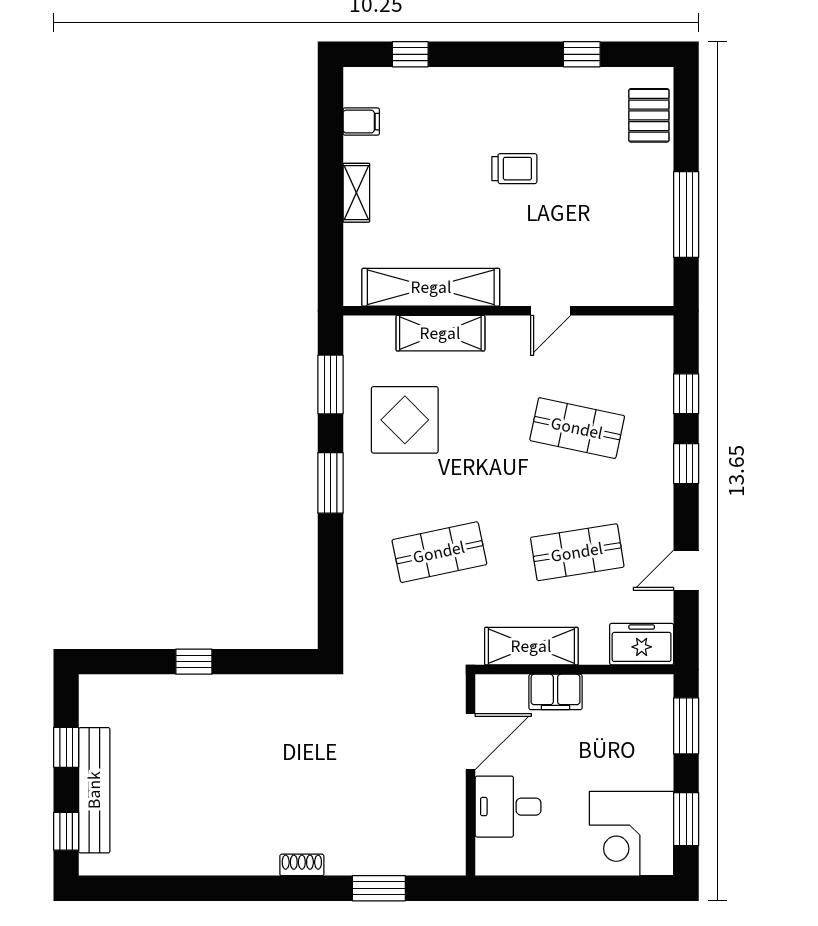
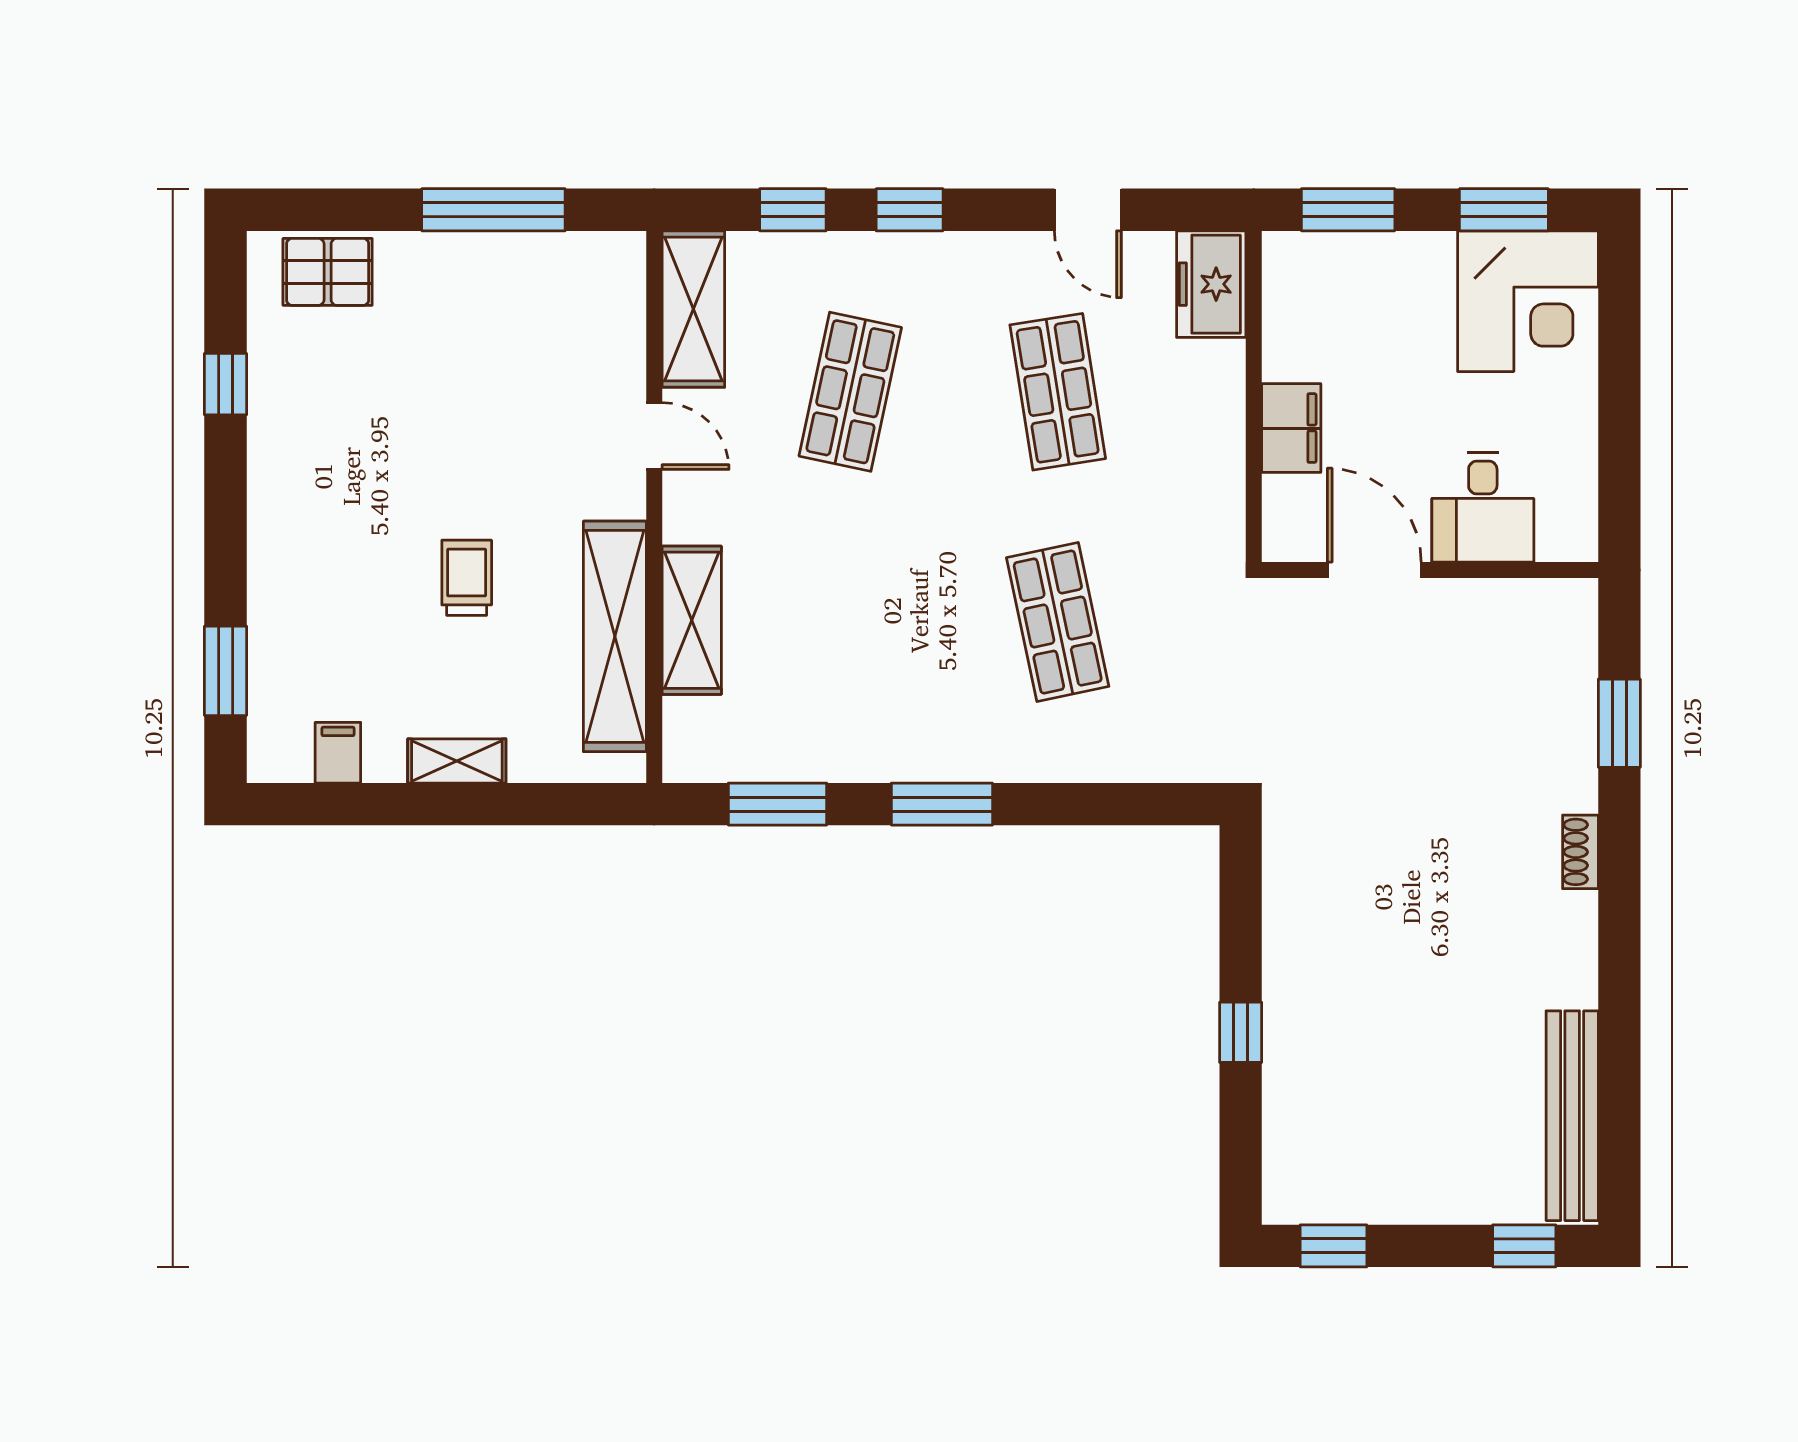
window: (410, 54) -> (226, 671), width x1.50
trolley: (514, 169) -> (467, 578), moved
display table: (405, 420) -> (837, 680), removed
shelving: (531, 646) -> (693, 309), moved
window: (66, 747) -> (1333, 1246), moved
bench: (94, 790) -> (1572, 1116), moved, turned 90

